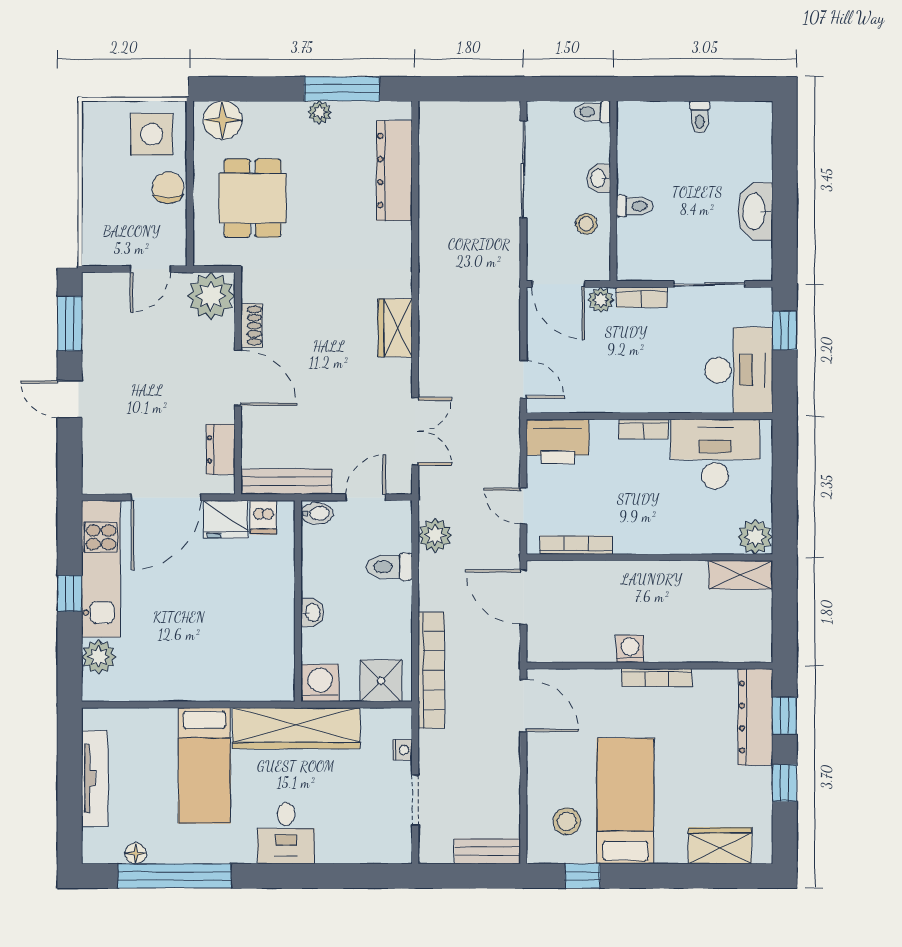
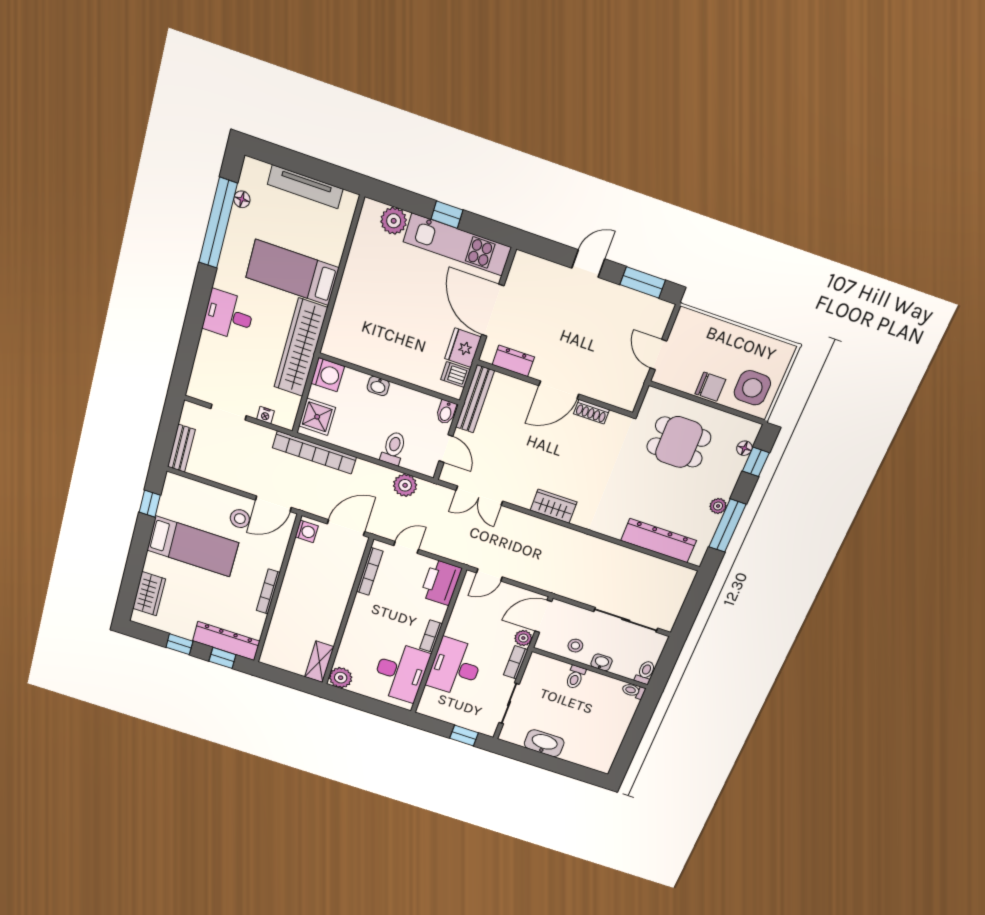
window: (244, 89) -> (756, 462), added
toilet: (700, 117) -> (633, 691), moved
floor lamp: (223, 120) -> (744, 448), width x0.53, depth x0.53
plant: (211, 296) -> (623, 391), removed
desk: (739, 370) -> (455, 667), moved, turned 90
washing machine: (630, 649) -> (307, 531), moved
stool: (567, 821) -> (240, 519), moved

